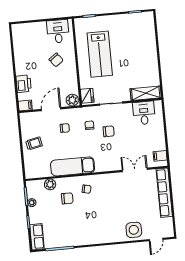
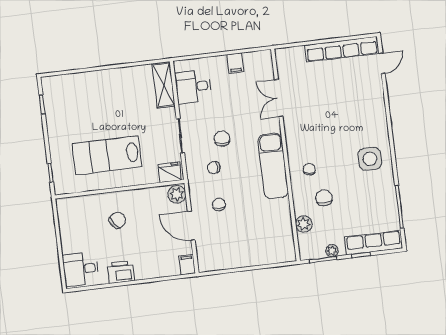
desk: (58, 31) -> (81, 269), moved
lab bench: (100, 54) -> (107, 155), turned 180
printer: (24, 84) -> (121, 272), moved
trolley: (34, 143) -> (243, 250), removed
filing cabinet: (160, 156) -> (235, 63), moved
exam couch: (73, 166) -> (273, 166), moved
row of seats: (164, 193) -> (342, 49), moved
side table: (134, 230) -> (370, 159), moved
row of seats: (37, 237) -> (374, 243), width x1.48
door: (156, 240) -> (382, 63), hinge flipped

